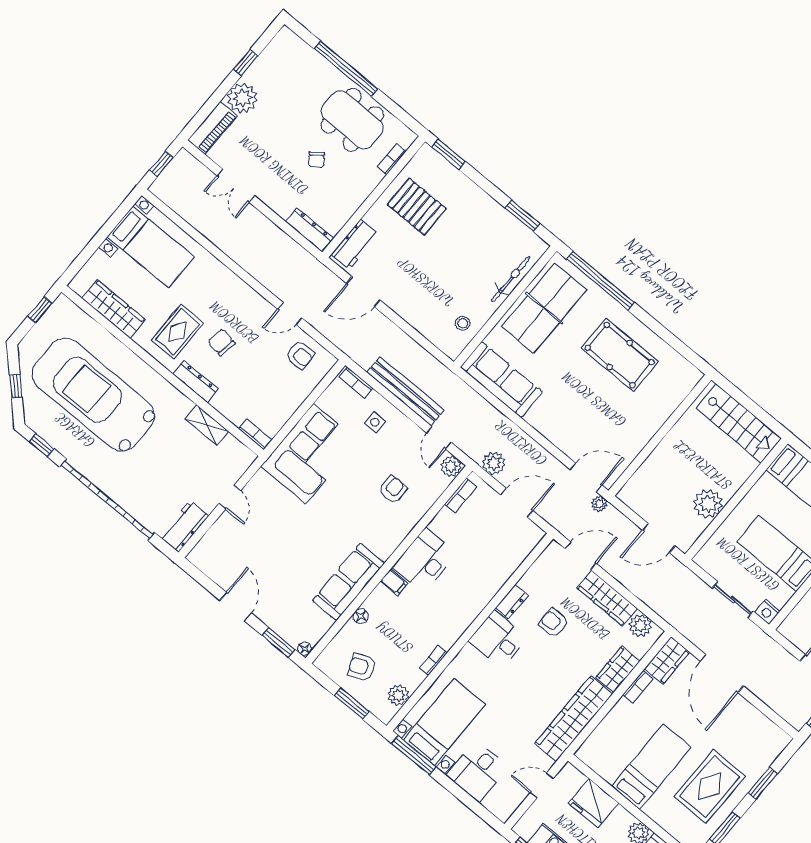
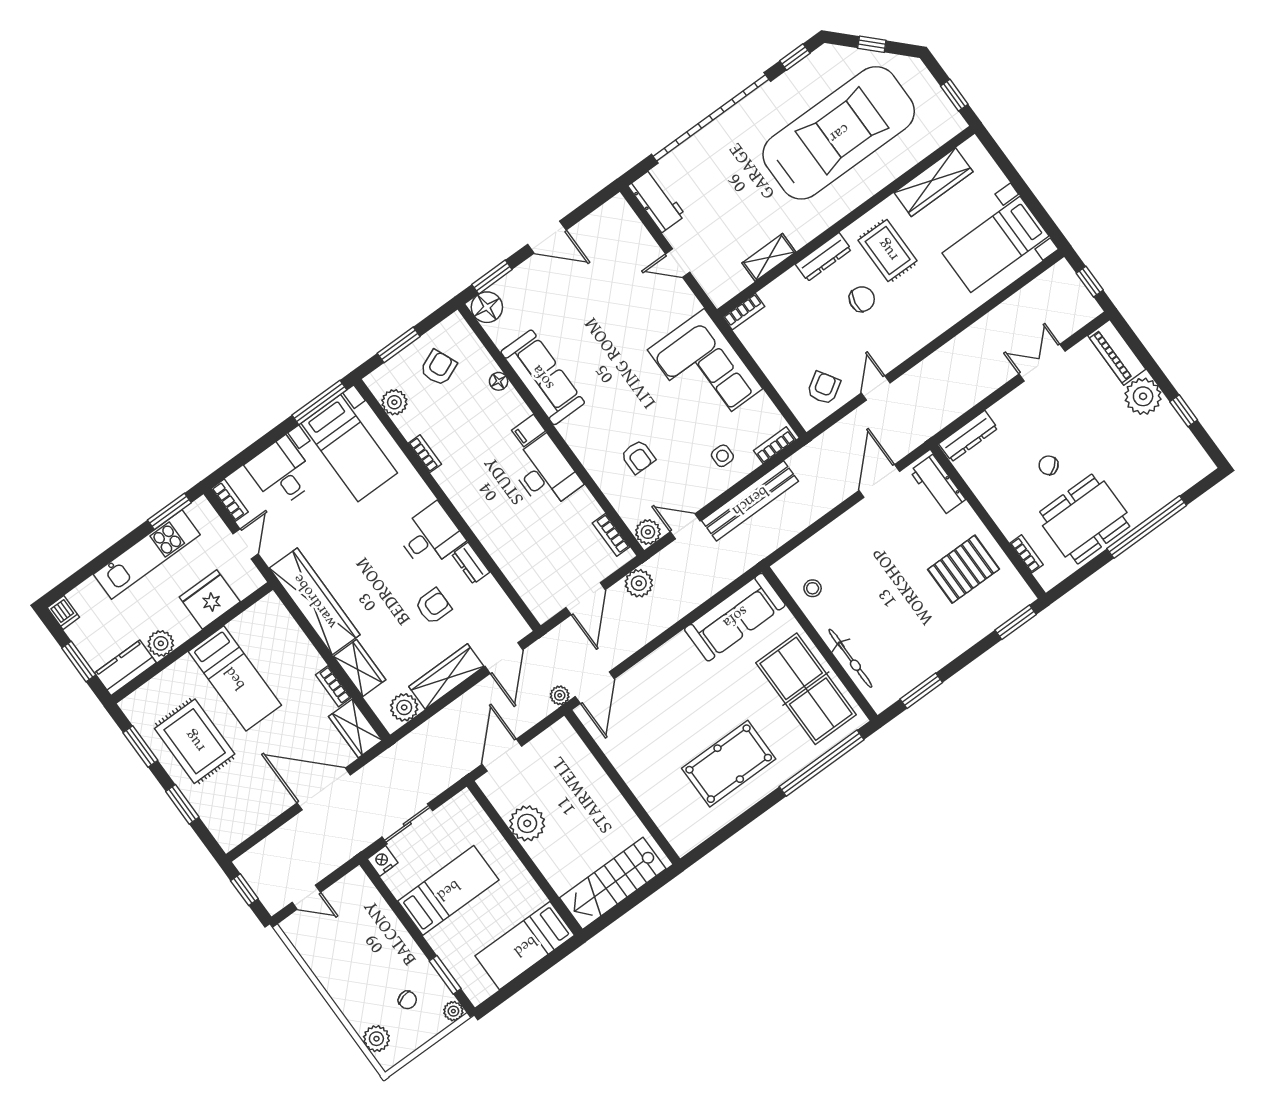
armchair: (300, 355) -> (824, 388), turned 148
floor lamp: (305, 649) -> (487, 307), width x1.89, depth x1.89
bookcase: (510, 807) -> (230, 500), added

